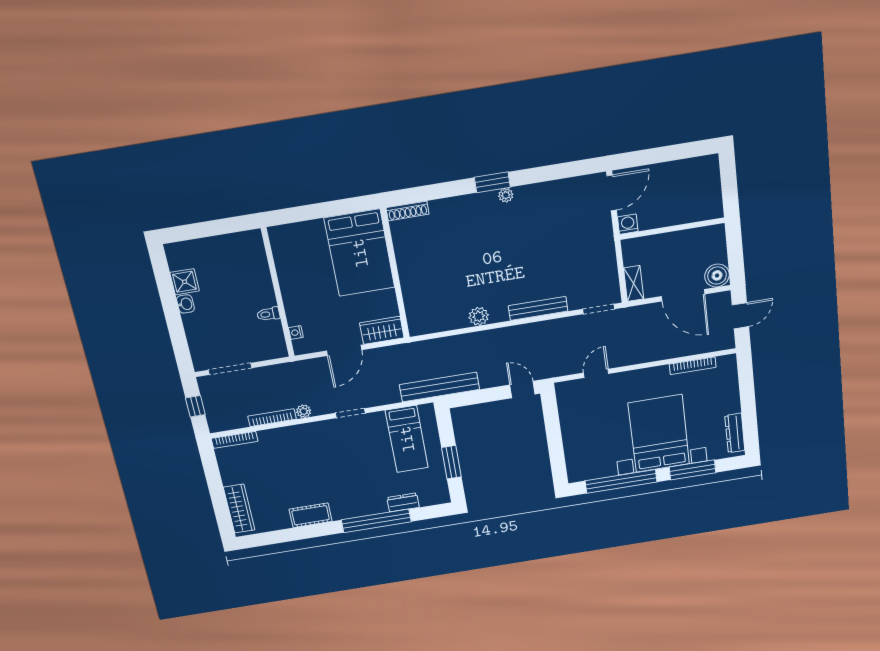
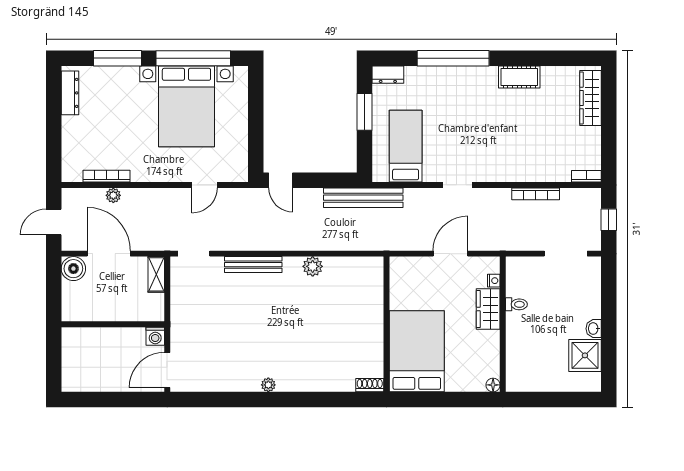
window: (492, 182) -> (279, 400), removed
shoe rack: (408, 211) -> (370, 385), width x0.70
floor lamp: (275, 233) -> (493, 385), added
shower: (185, 282) -> (585, 355), width x1.36, depth x1.36
wardrobe: (382, 330) -> (488, 309), moved, turned 90
plant: (304, 411) -> (113, 195), moved
bed with nightstands: (659, 434) -> (186, 106), moved
bookcase: (235, 440) -> (586, 176), width x0.64
dresser: (403, 502) -> (388, 75), moved

